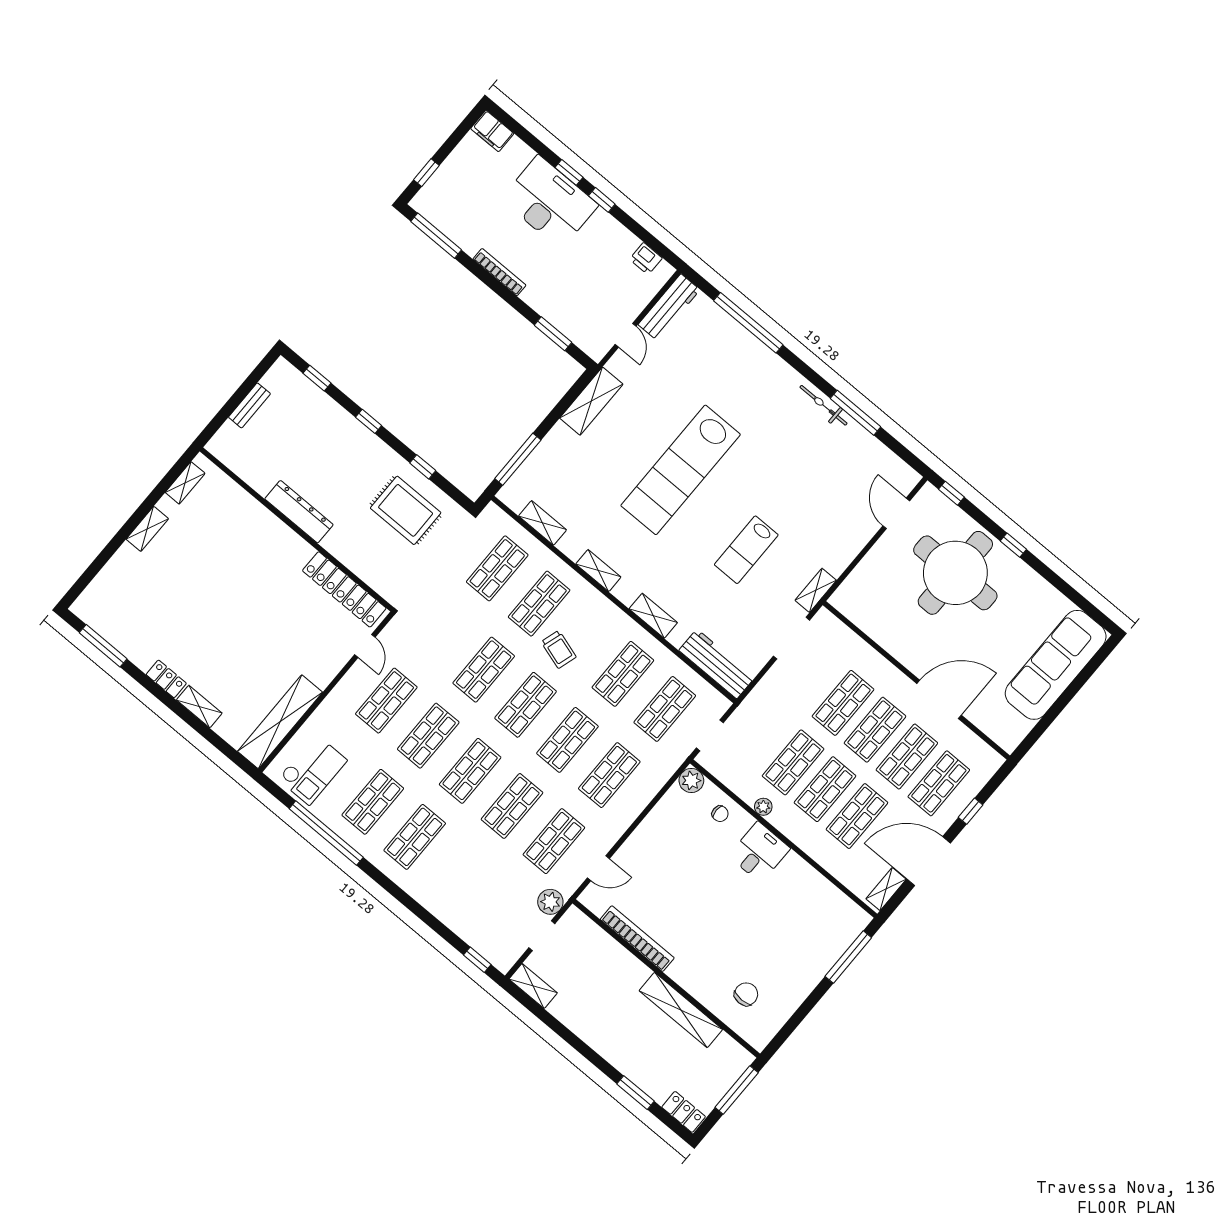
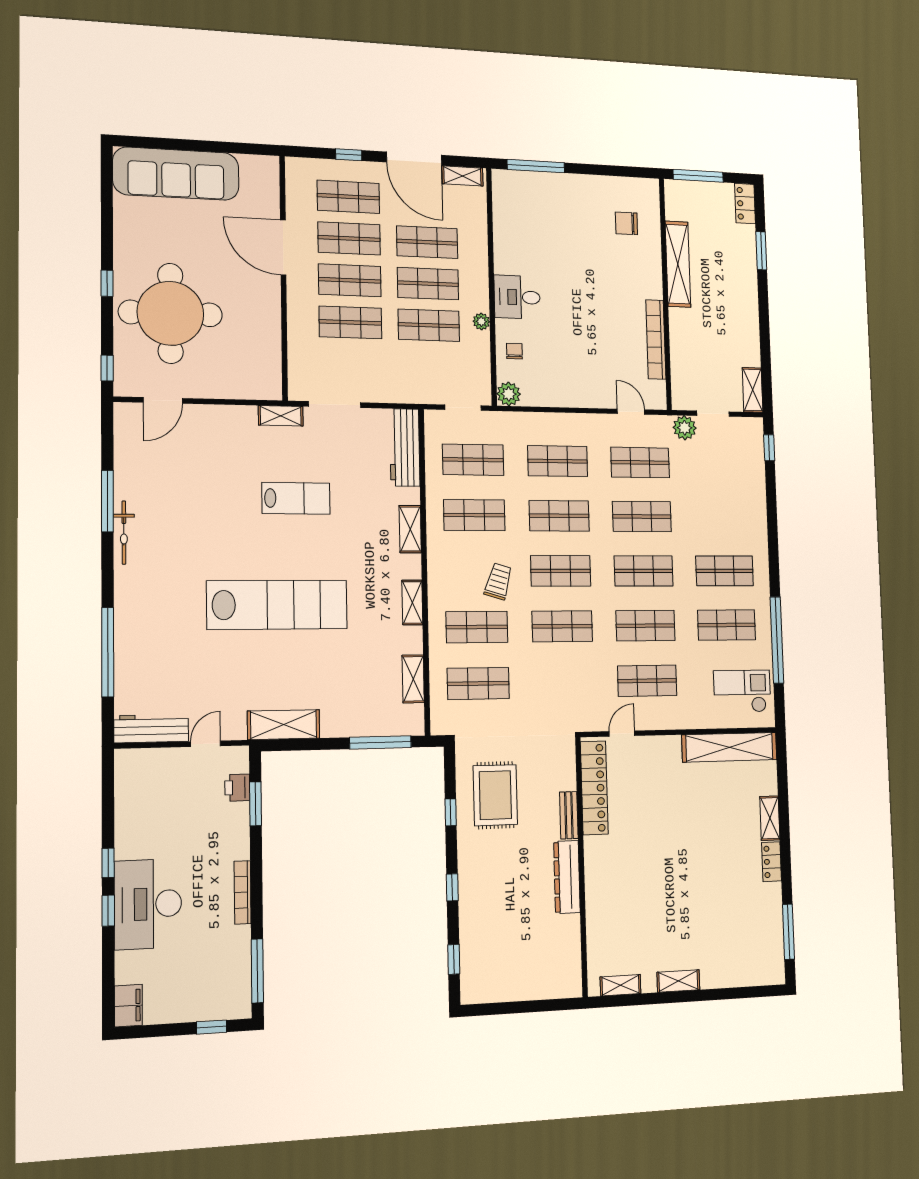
printer: (646, 259) -> (237, 788), moved, turned 180
bench: (249, 405) -> (569, 815), moved, turned 90

